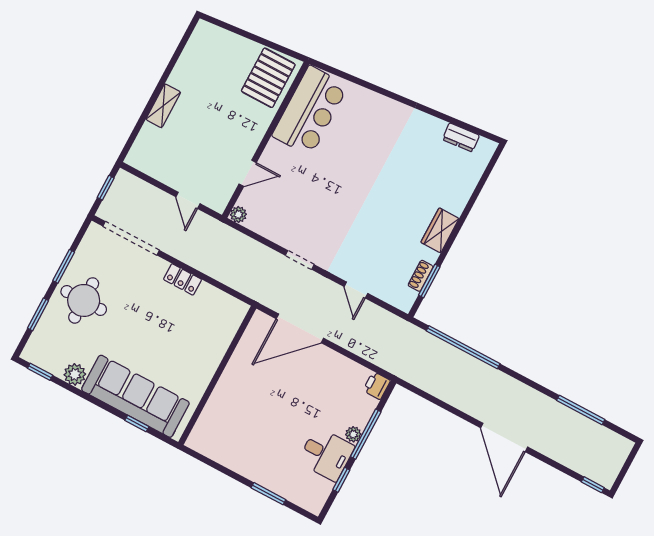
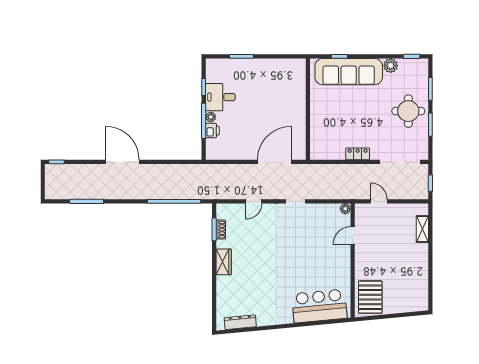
shelving: (163, 106) -> (422, 229), moved
bar counter: (310, 111) -> (319, 306), moved, turned 85
dresser: (461, 137) -> (240, 322), width x1.44
door: (356, 290) -> (254, 201), swing flipped
printer: (377, 386) -> (212, 131), moved

